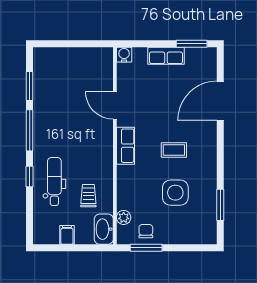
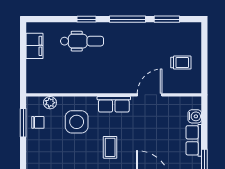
water cooler: (124, 55) -> (195, 116), moved
side table: (175, 193) -> (77, 122), moved
trolley: (88, 196) -> (181, 63), moved
washbasin: (104, 229) -> (40, 85), removed
filing cabinet: (67, 235) -> (34, 46), width x2.00

